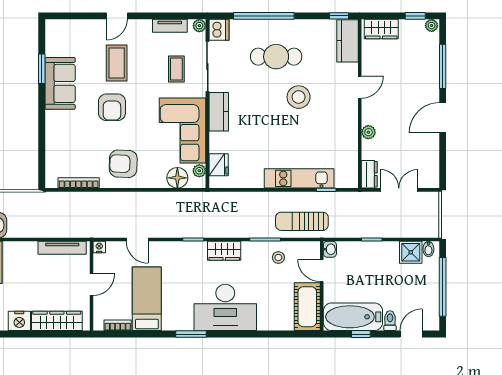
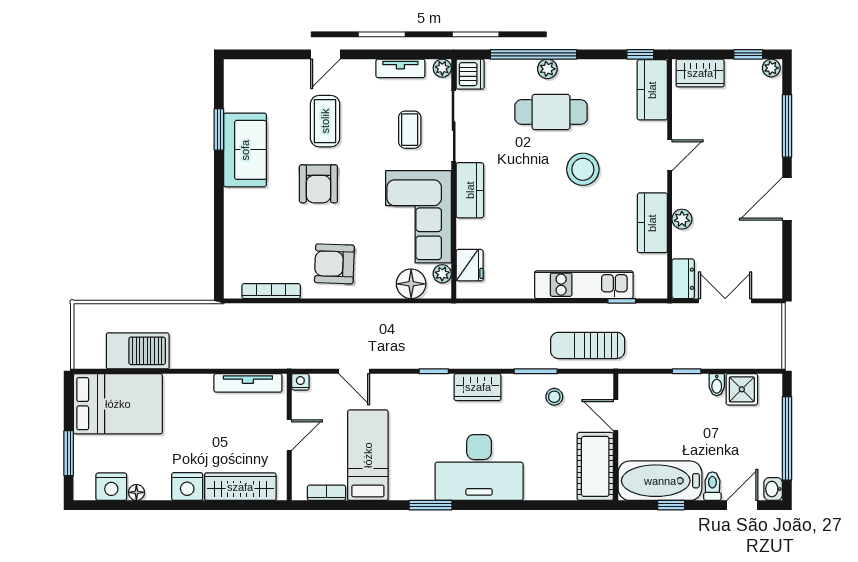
plant: (274, 26) -> (547, 69), added
kitchen counter: (348, 135) -> (652, 223), added
washbasin: (330, 249) -> (773, 489), moved, turned 180
bidet: (428, 249) -> (717, 385), moved

